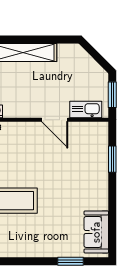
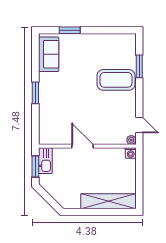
kitchen sink: (86, 110) -> (45, 161), moved, turned -90
window: (112, 159) -> (35, 93), moved

